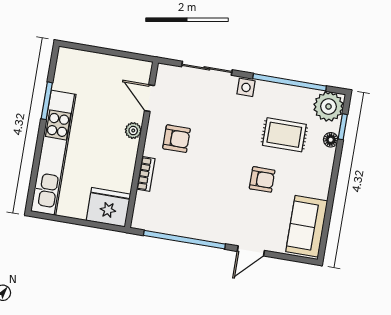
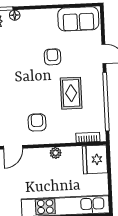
plant: (133, 131) -> (56, 153), moved
rug: (284, 135) -> (71, 93), moved
bookcase: (146, 174) -> (88, 137), moved

